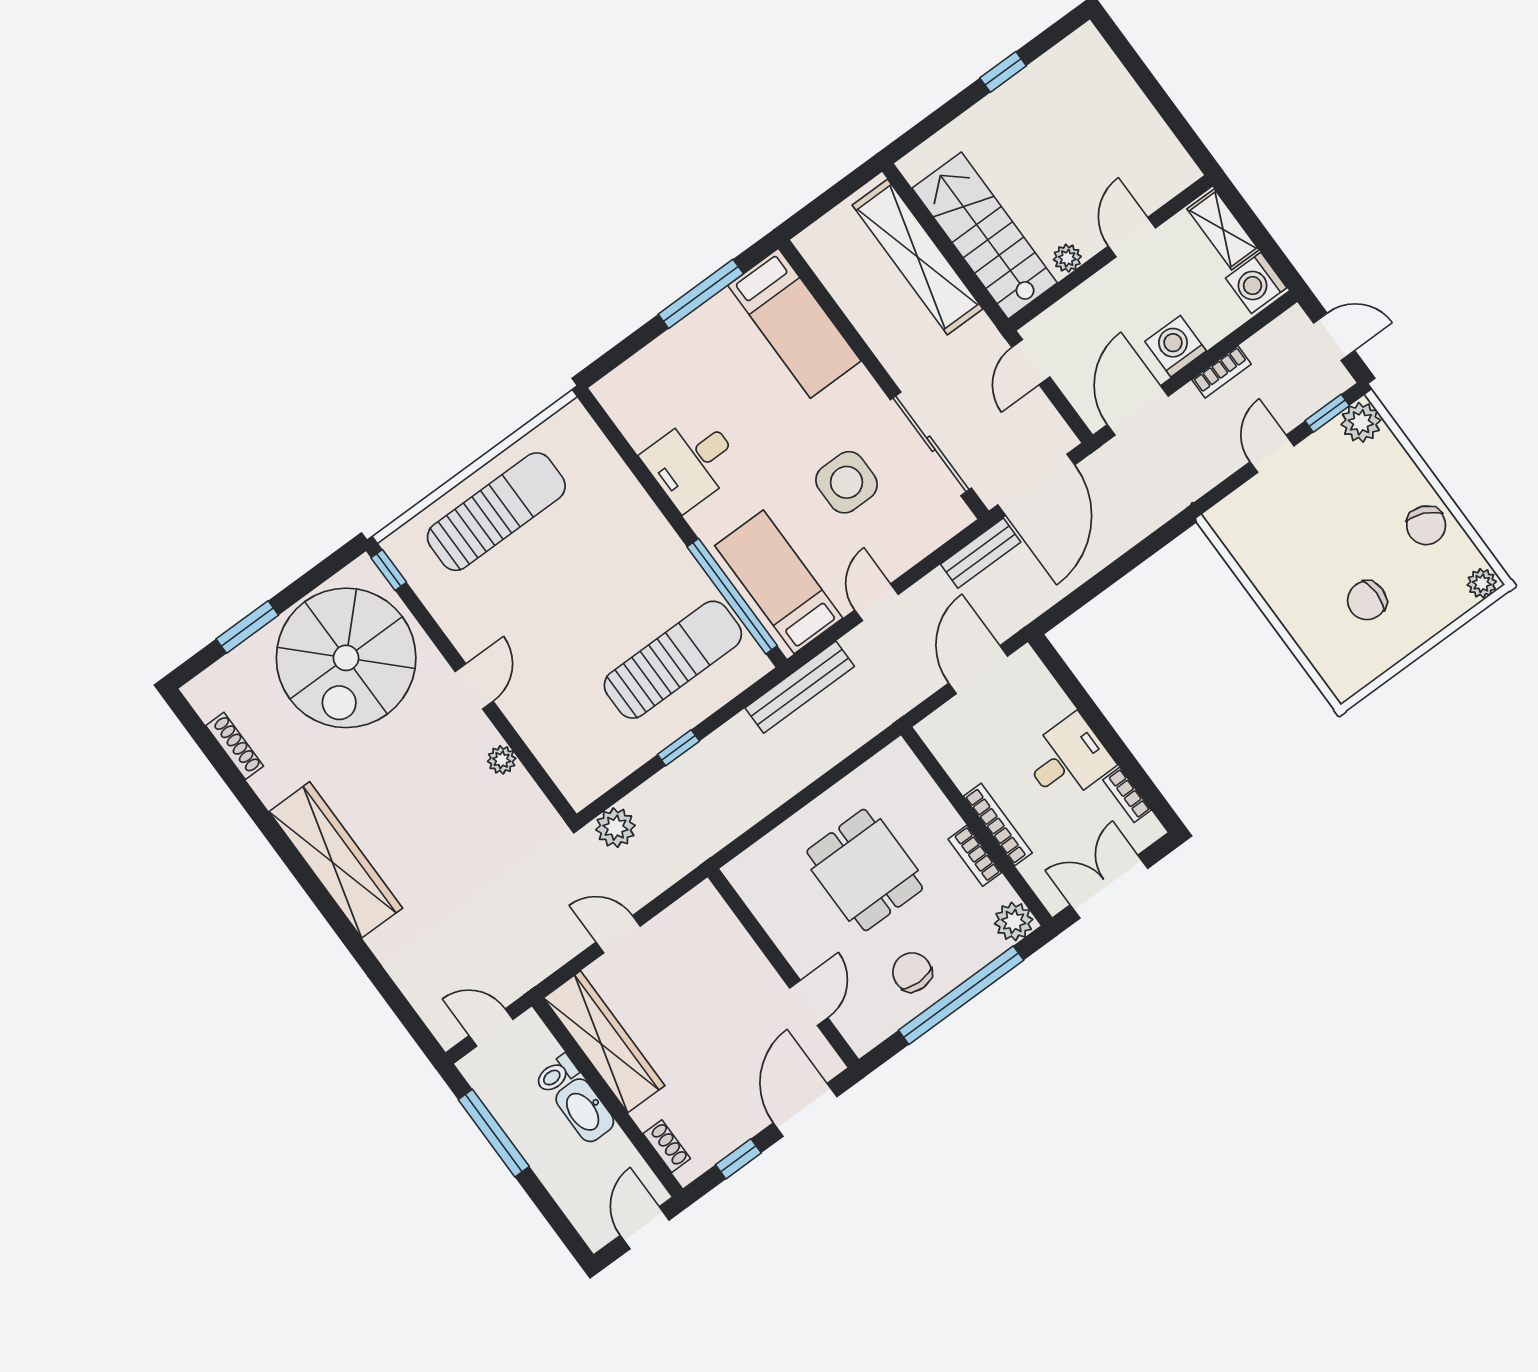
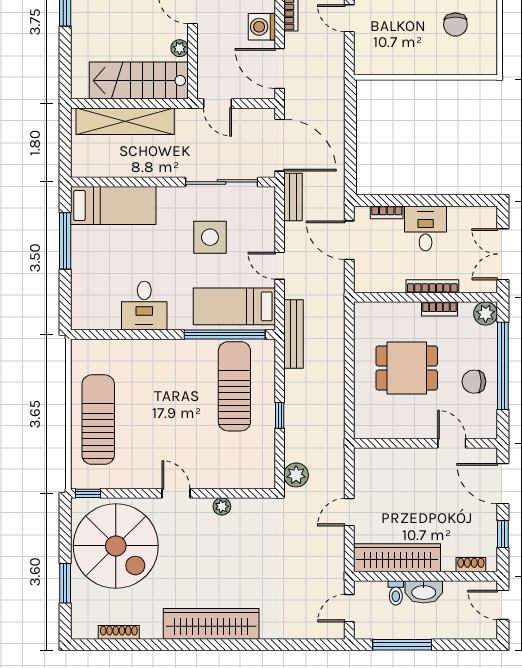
bookcase: (1127, 795) -> (387, 212), moved

